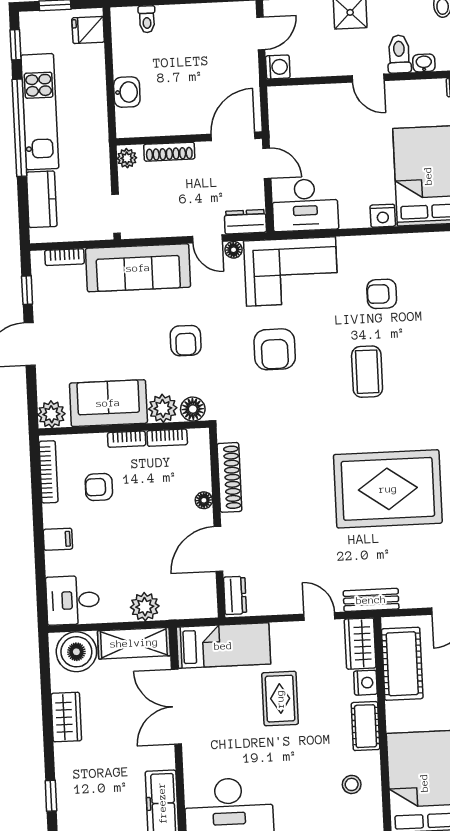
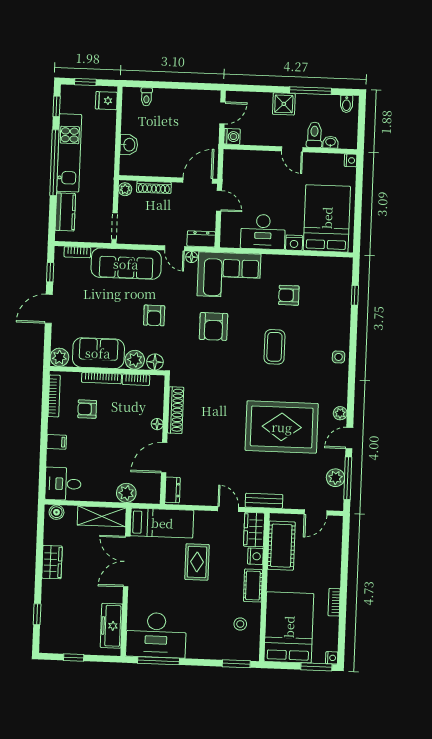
desk: (305, 205) -> (263, 232), moved
bookcase: (127, 439) -> (102, 378), width x1.56
plant: (145, 607) -> (126, 493), moved
boiler: (76, 652) -> (56, 512), width x0.54, depth x0.54

